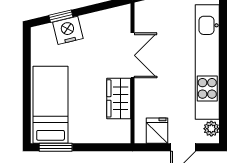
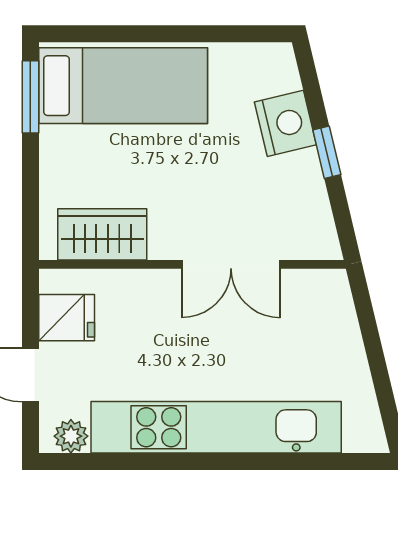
window: (61, 16) -> (327, 152), moved
wardrobe: (119, 98) -> (102, 234), moved

